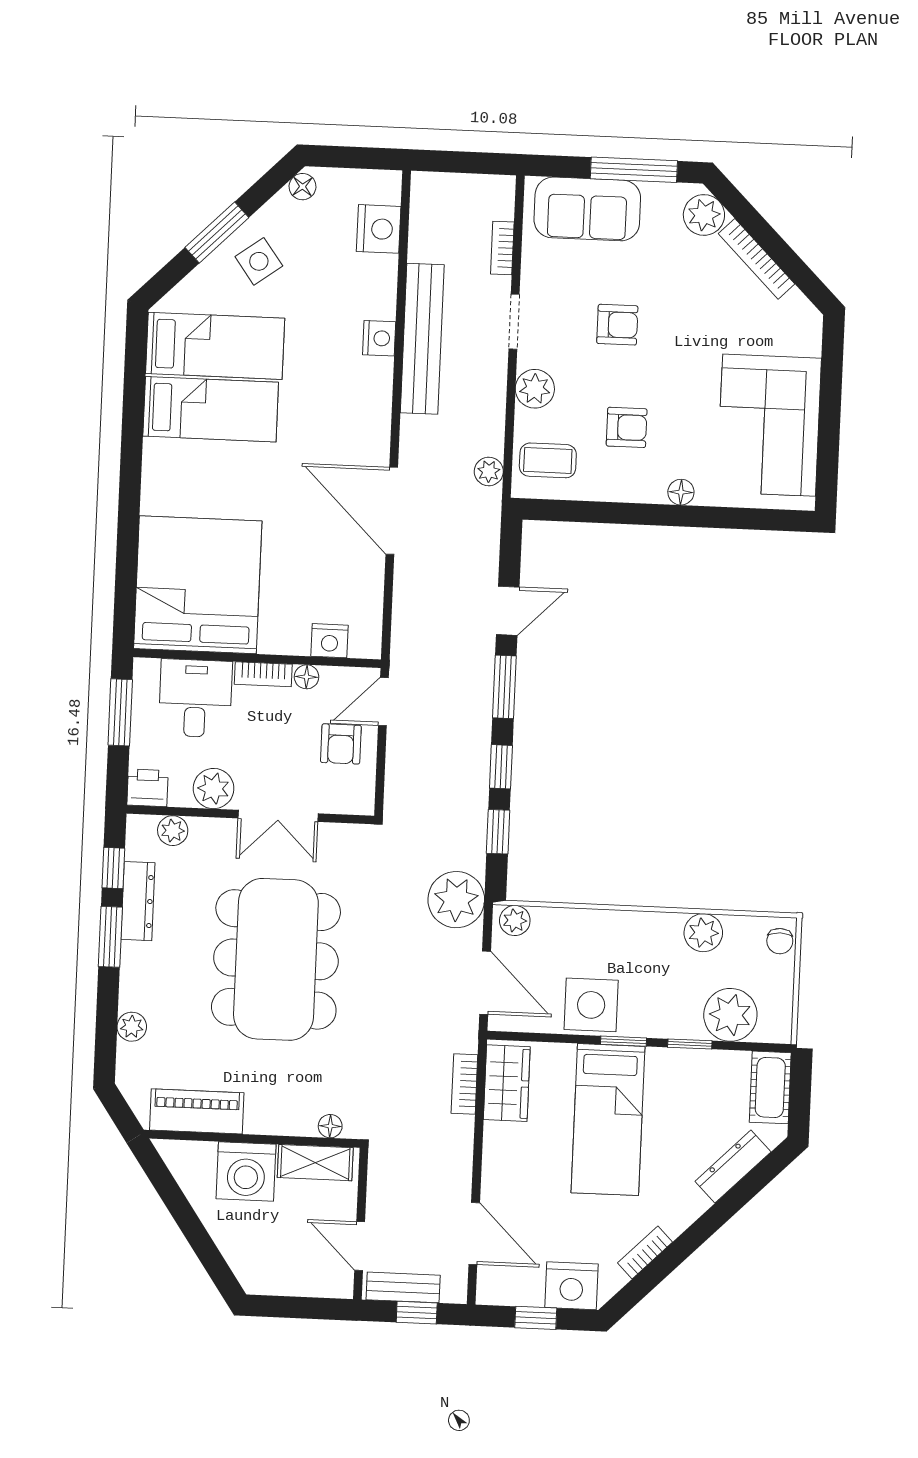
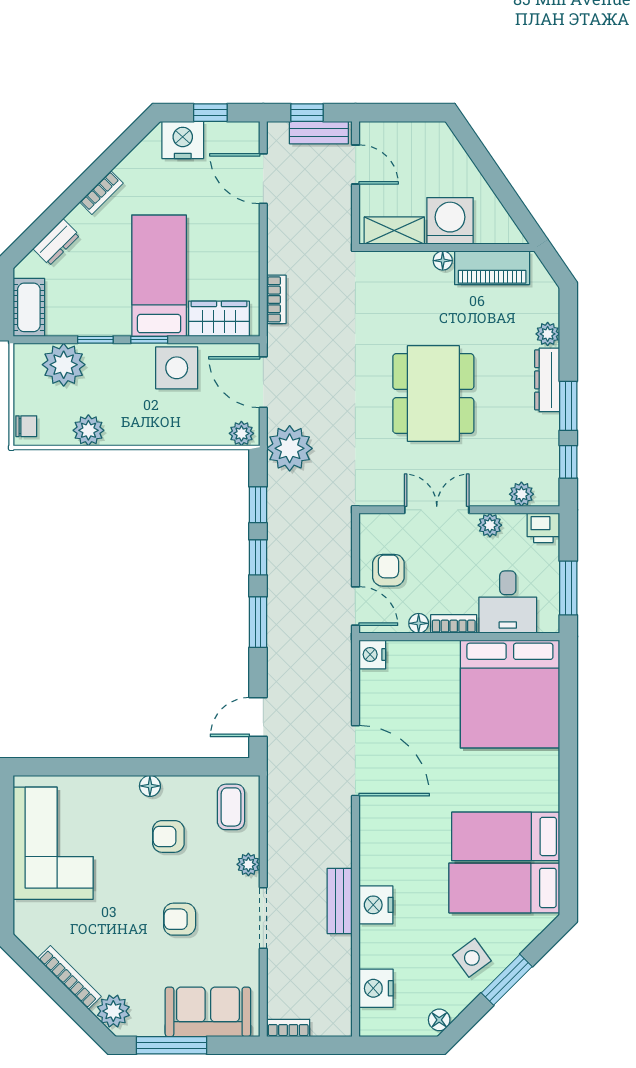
bookcase: (502, 248) -> (288, 1028), moved, turned -90
doorway: (514, 322) -> (263, 918), width x1.38
nightstand: (379, 338) -> (376, 905), width x1.36, depth x1.33
bench: (422, 339) -> (340, 901), width x0.54, depth x0.82
plant: (535, 389) -> (248, 864), width x0.73, depth x0.73
coffee table: (548, 460) -> (231, 807), turned 90
plant: (489, 471) -> (278, 796), removed
floor lamp: (681, 492) -> (150, 786), moved
door: (508, 611) -> (258, 717), moved
nightstand: (330, 641) -> (372, 655), moved, turned -90
door: (383, 702) -> (355, 606), hinge flipped
plant: (214, 789) -> (490, 525), width x0.73, depth x0.73
dresser: (138, 901) -> (547, 380), moved
chair: (780, 941) -> (26, 426), turned 90
dining table: (276, 959) -> (433, 394), width x0.73, depth x0.80
wardrobe: (507, 1083) -> (219, 319), moved, turned 90
floor lamp: (330, 1126) -> (443, 261), moved
dresser: (733, 1167) -> (56, 242), width x0.70
bookcase: (645, 1252) -> (101, 193), moved

